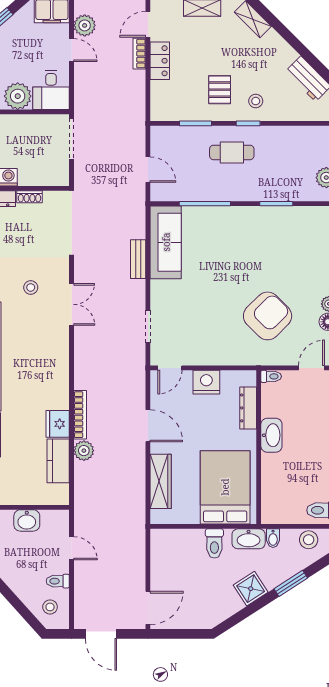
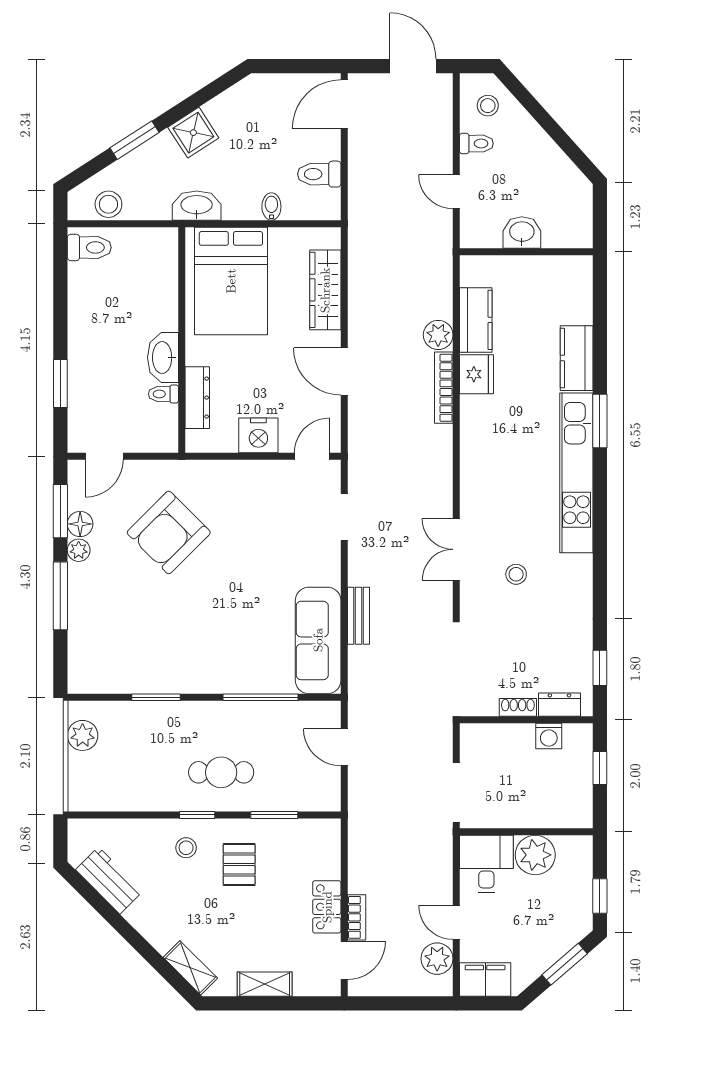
toilet: (271, 376) -> (163, 394), moved
bidet: (273, 538) -> (271, 207), moved
toilet: (214, 543) -> (319, 174), moved, turned -90

